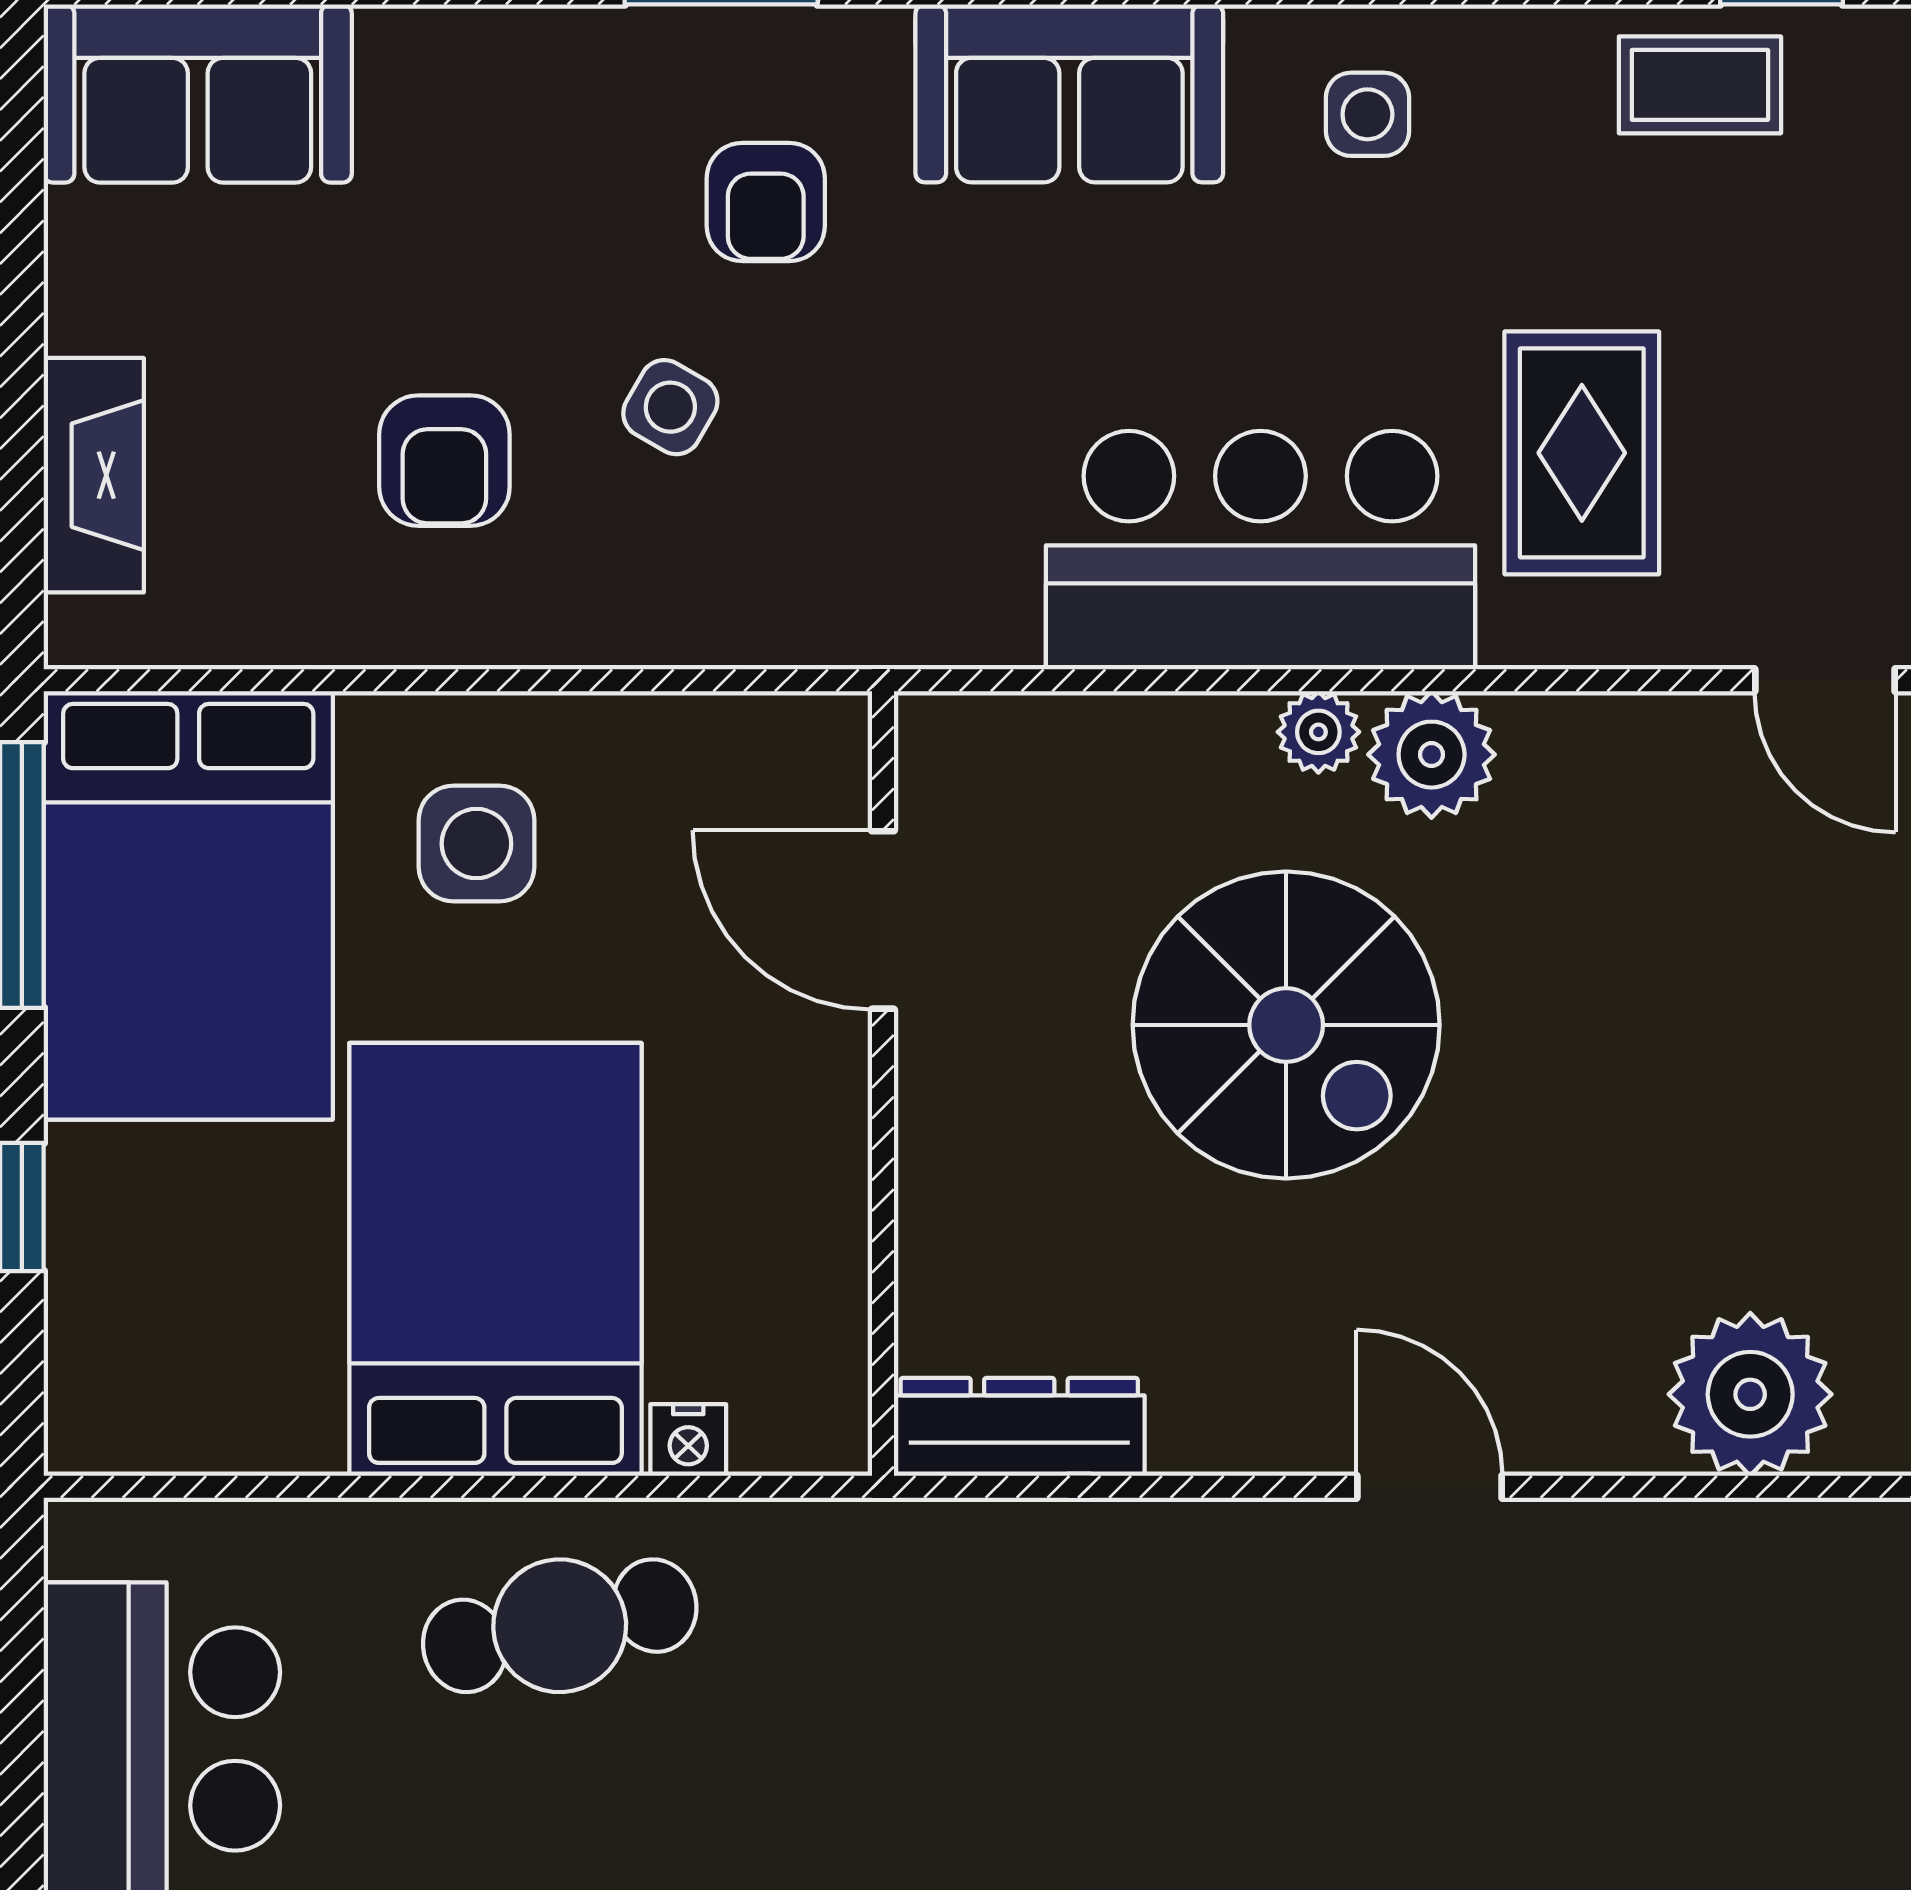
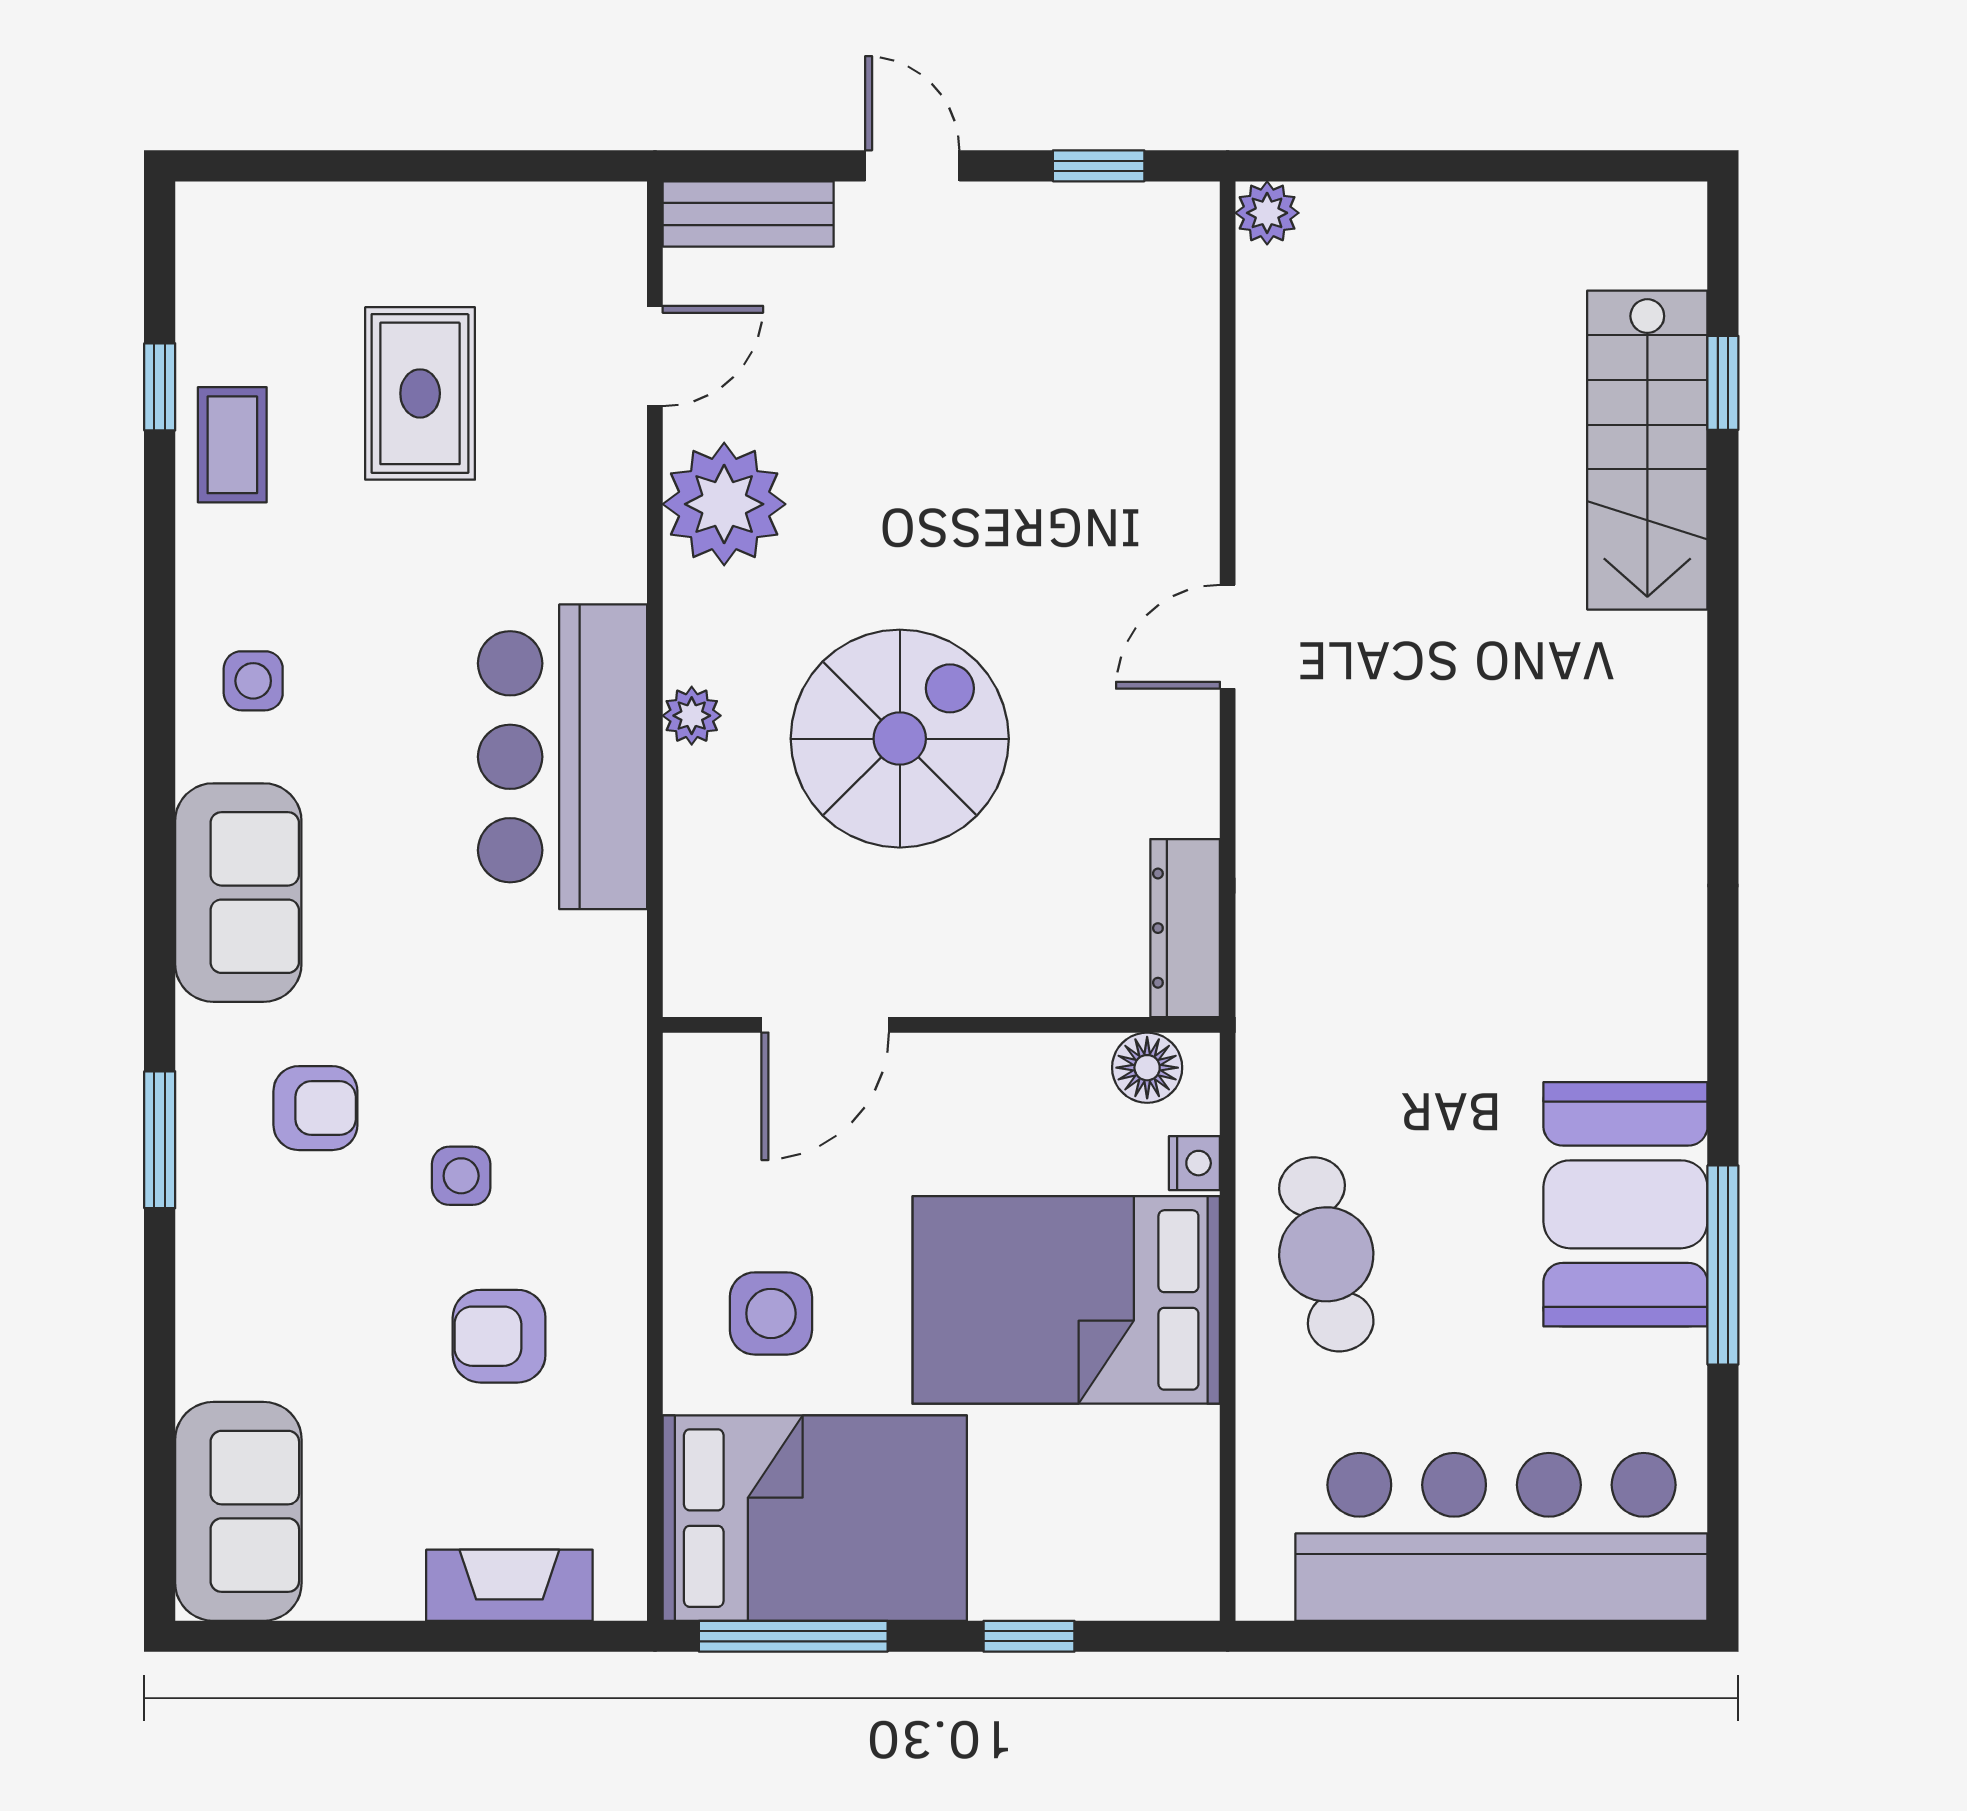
side table: (670, 407) -> (461, 1176), turned -30
rug: (1582, 453) -> (420, 393), moved, turned 90
armchair: (444, 461) -> (499, 1336), turned 180
plant: (1432, 755) -> (724, 504), moved, width x1.36, depth x1.36
floor lamp: (823, 1373) -> (1147, 1068), added
plant: (1750, 1394) -> (1162, 409), removed

